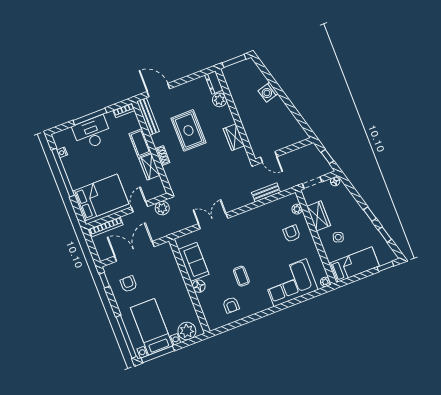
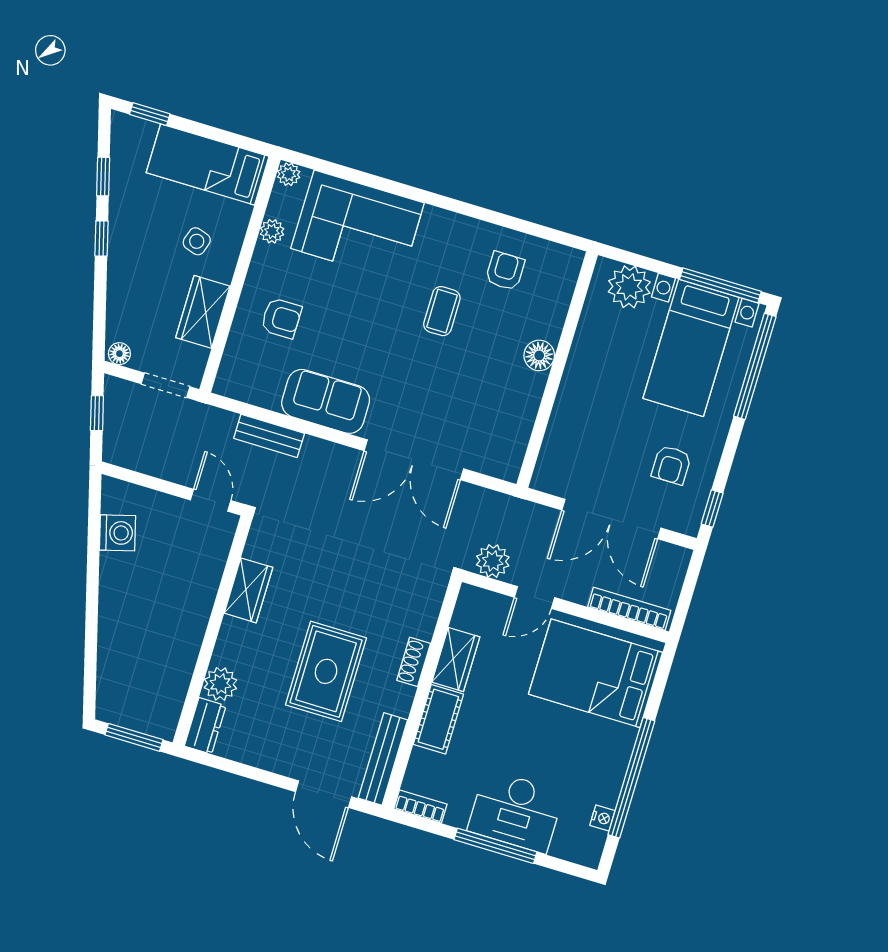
washing machine: (268, 92) -> (118, 533), moved
plant: (297, 209) -> (272, 231), moved
double door: (213, 221) -> (414, 460), width x1.37
armchair: (292, 234) -> (281, 318), turned -90
sofa: (193, 262) -> (326, 401), moved, turned 90

